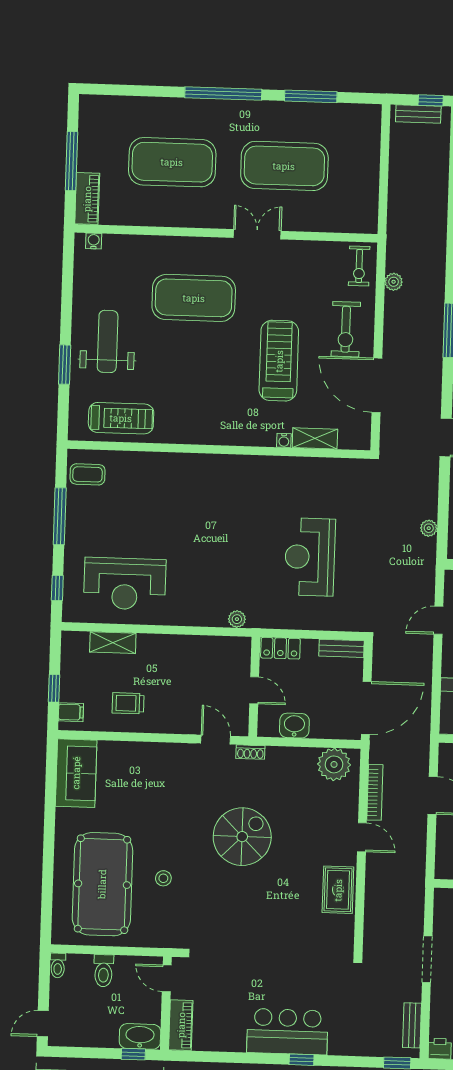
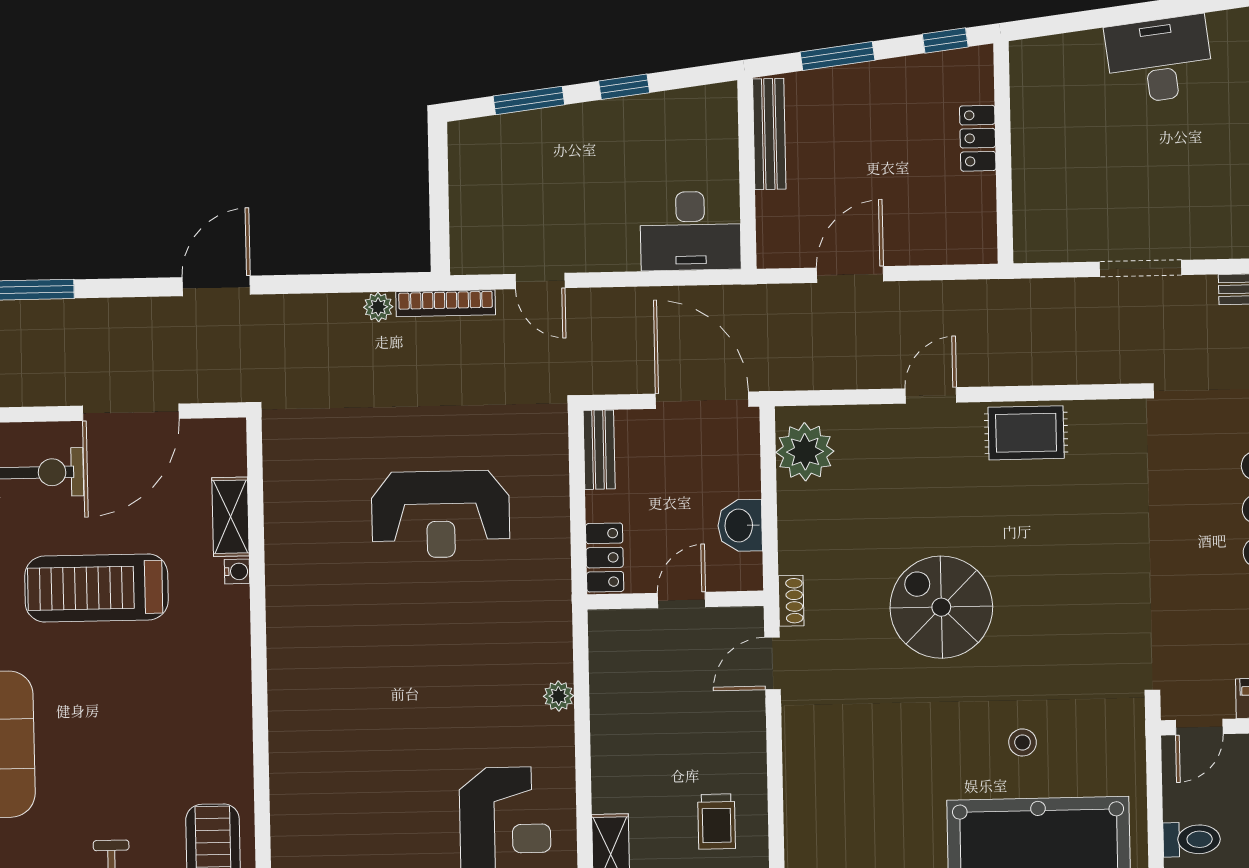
plant: (237, 619) -> (559, 696), moved
bookcase: (375, 792) -> (446, 303), moved, turned 180

